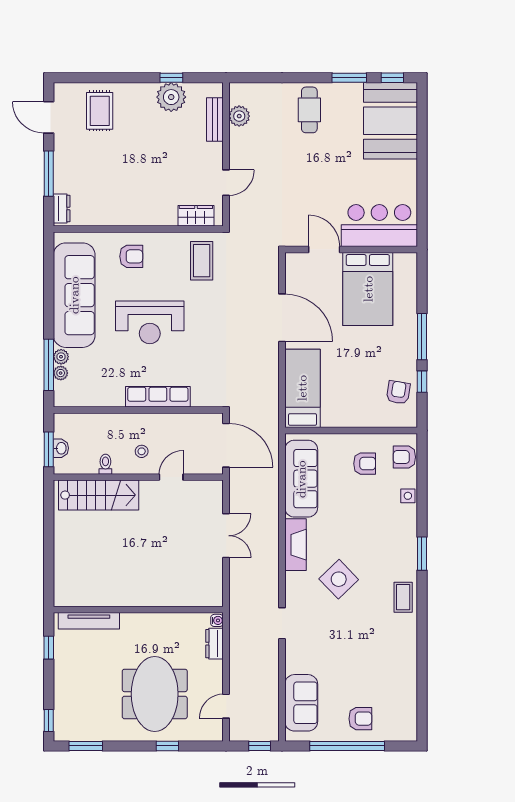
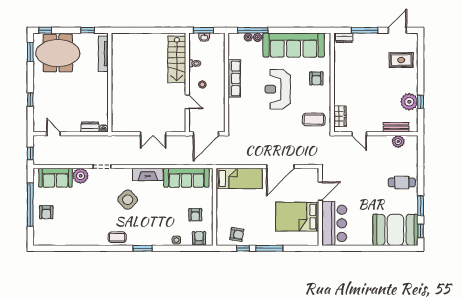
row of seats: (158, 397) -> (234, 78), moved
plant: (298, 660) -> (81, 176), added
meeting table: (155, 694) -> (58, 53), moved

